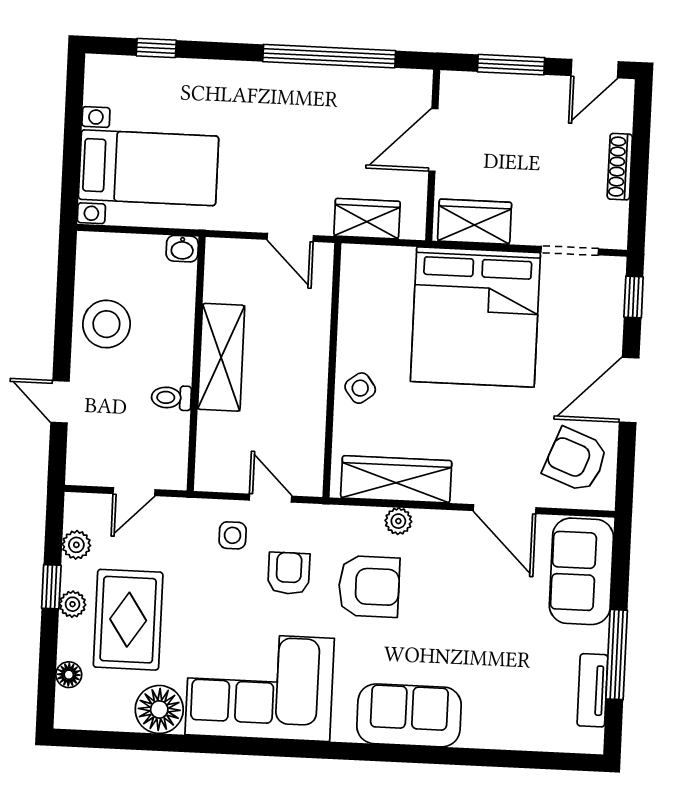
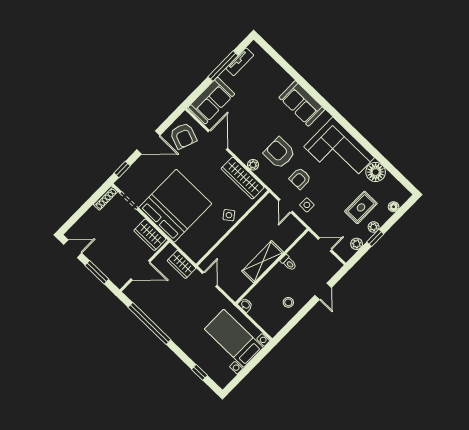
shoe rack: (620, 167) -> (105, 198), moved
stool: (106, 324) -> (288, 302), width x0.53, depth x0.53
rug: (128, 620) -> (361, 207), width x0.73, depth x0.70

